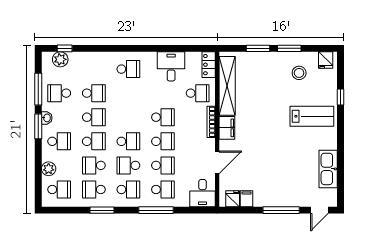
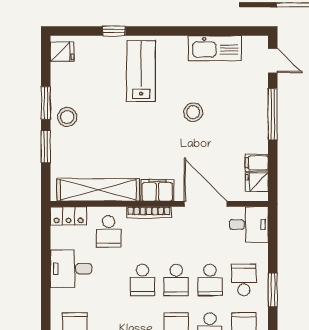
stool: (299, 73) -> (67, 117), moved
school desk: (198, 93) -> (109, 231), turned 180
school desk: (163, 117) -> (142, 280), turned 180
school desk: (163, 141) -> (176, 280), turned 180
stool: (283, 153) -> (193, 112), added
door: (217, 162) -> (206, 204), width x1.36
school desk: (163, 165) -> (210, 280), turned 180
window: (156, 210) -> (273, 290), width x0.69

